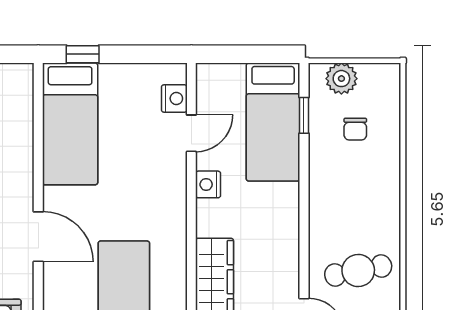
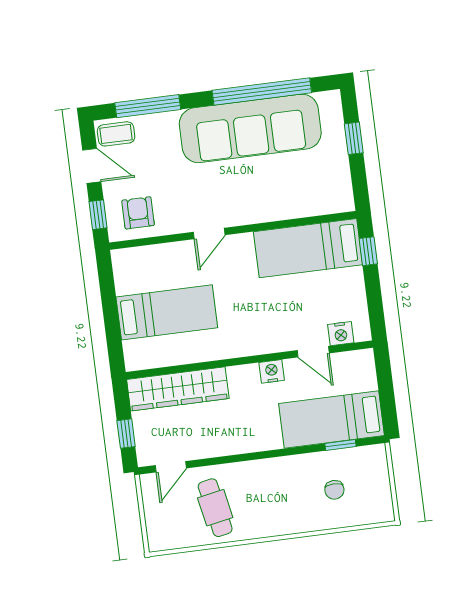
plant: (341, 79) -> (376, 473), removed
chair: (355, 129) -> (334, 490), turned -90
door: (38, 237) -> (209, 234), width x0.73

